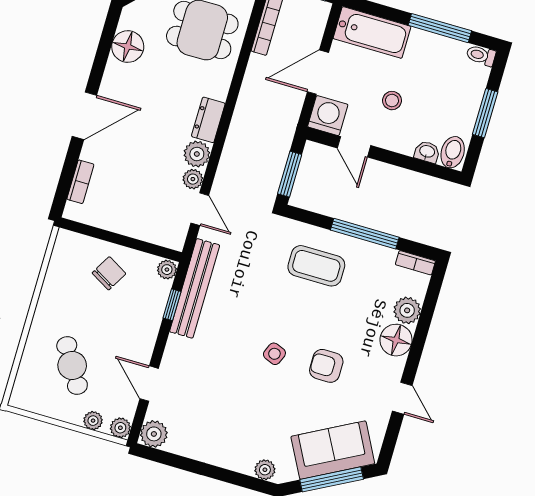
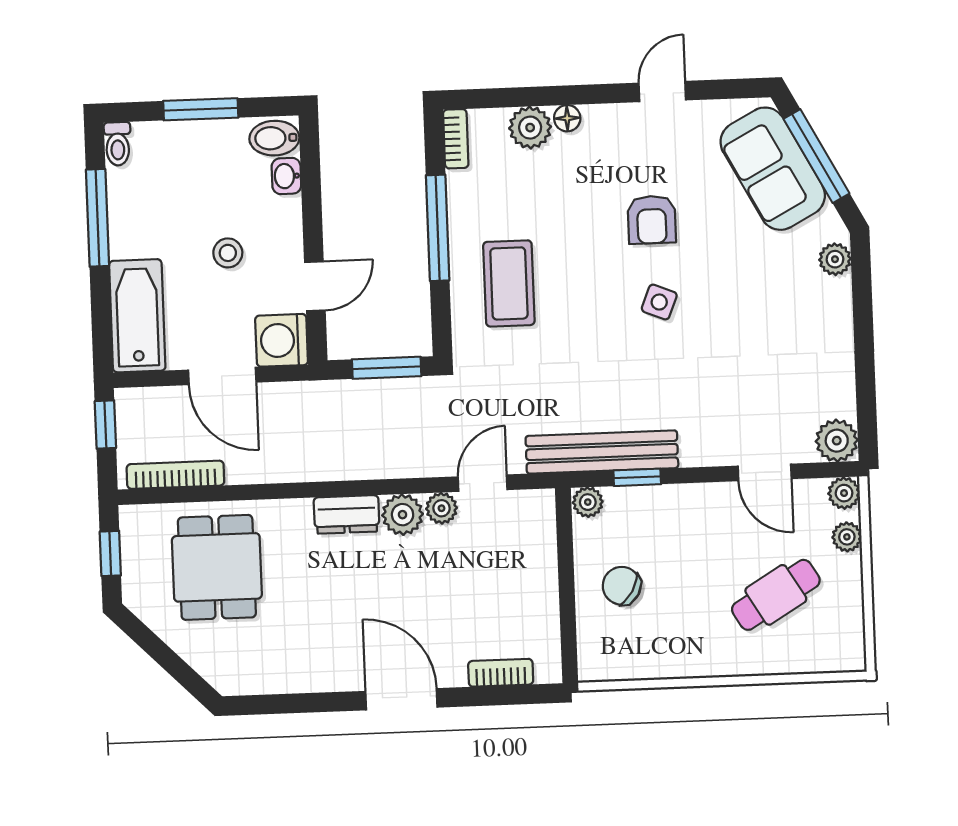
floor lamp: (128, 47) -> (278, 669), removed
floor lamp: (396, 340) -> (567, 118), width x0.53, depth x0.53
door: (149, 384) -> (765, 472), hinge flipped

